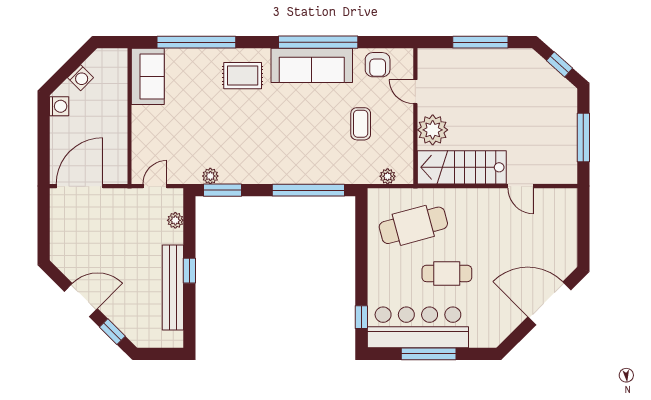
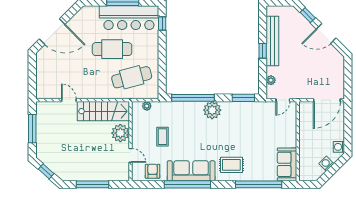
plant: (210, 176) -> (212, 110), moved, width x1.88, depth x1.88
cafe table: (447, 273) -> (112, 49), width x1.37, depth x1.35

